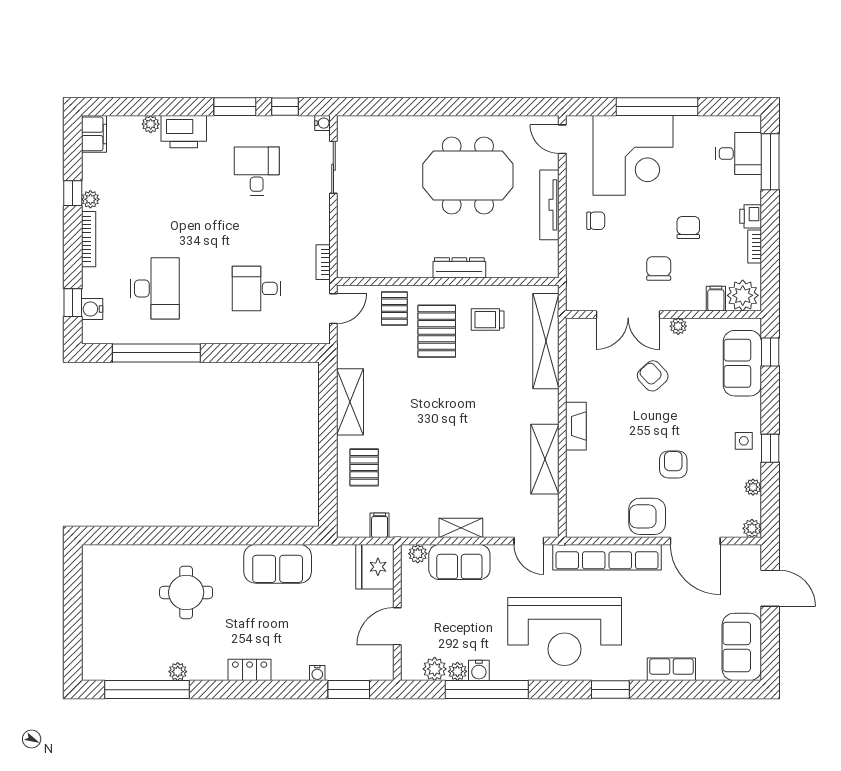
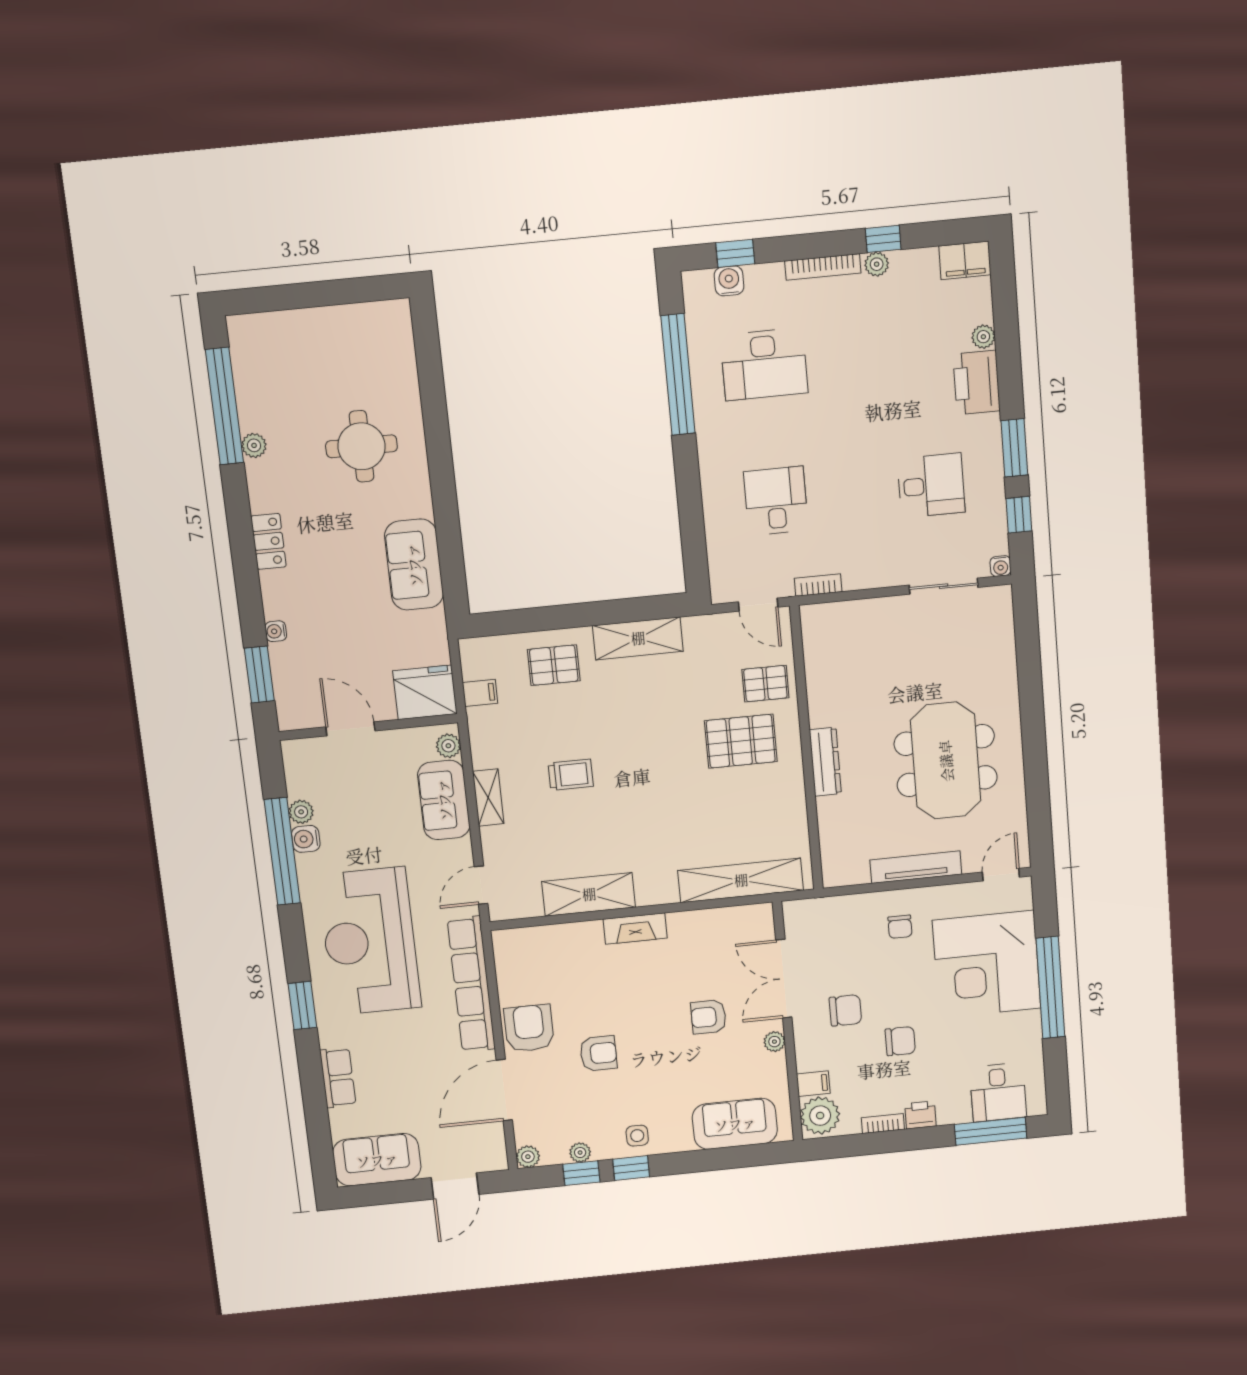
trolley: (488, 320) -> (571, 775), moved, turned 90
window: (770, 352) -> (581, 1173), moved
armchair: (653, 376) -> (708, 1017), turned -138
plant: (435, 669) -> (301, 782), removed

